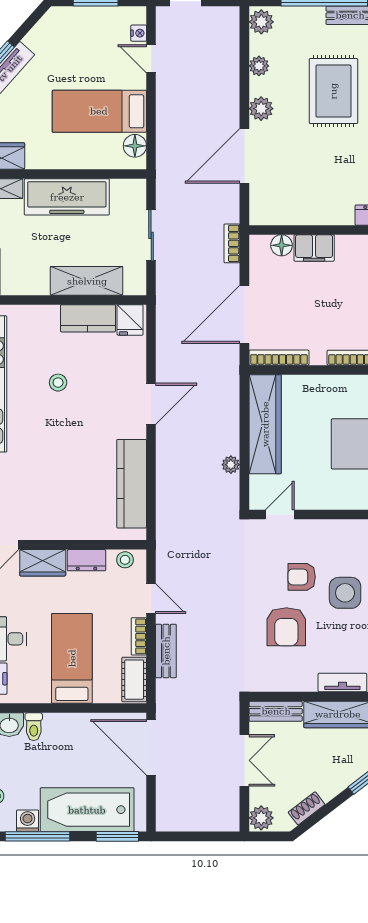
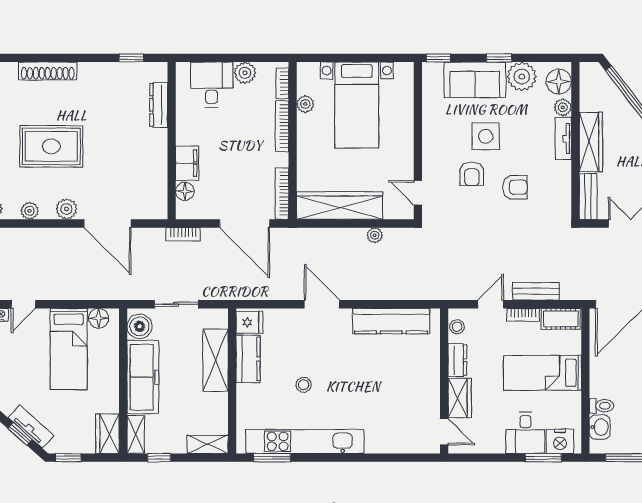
boiler: (125, 193) -> (140, 326), added
armchair: (286, 627) -> (515, 187), width x0.72, depth x0.72

